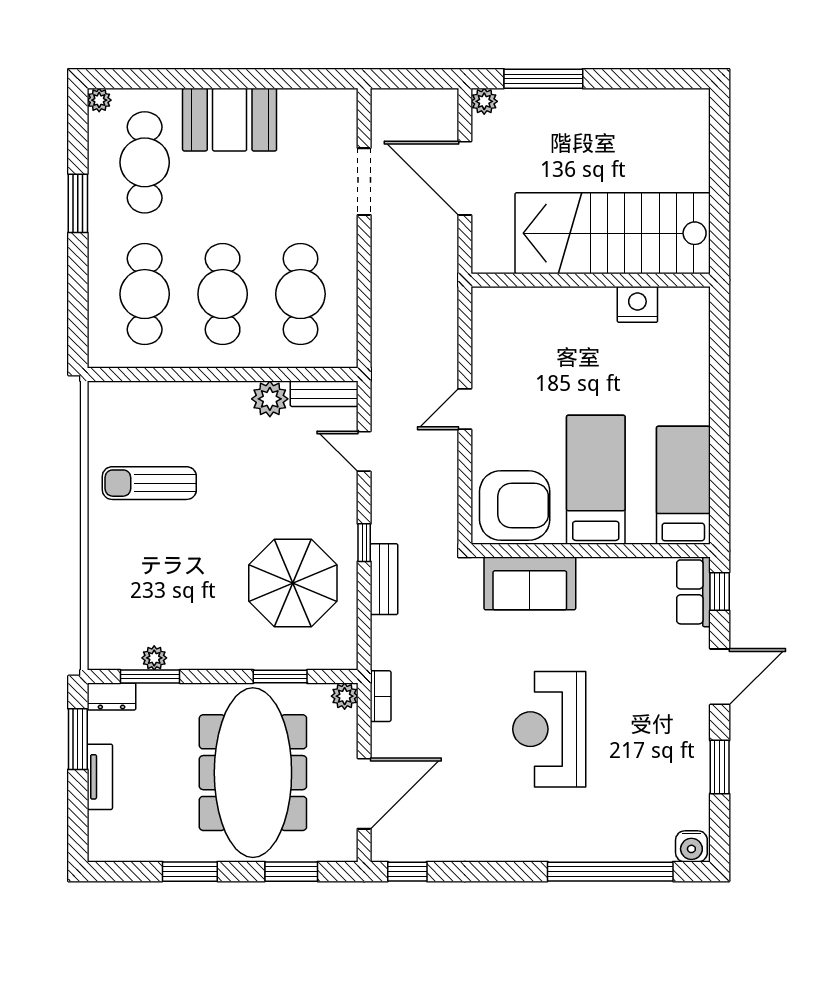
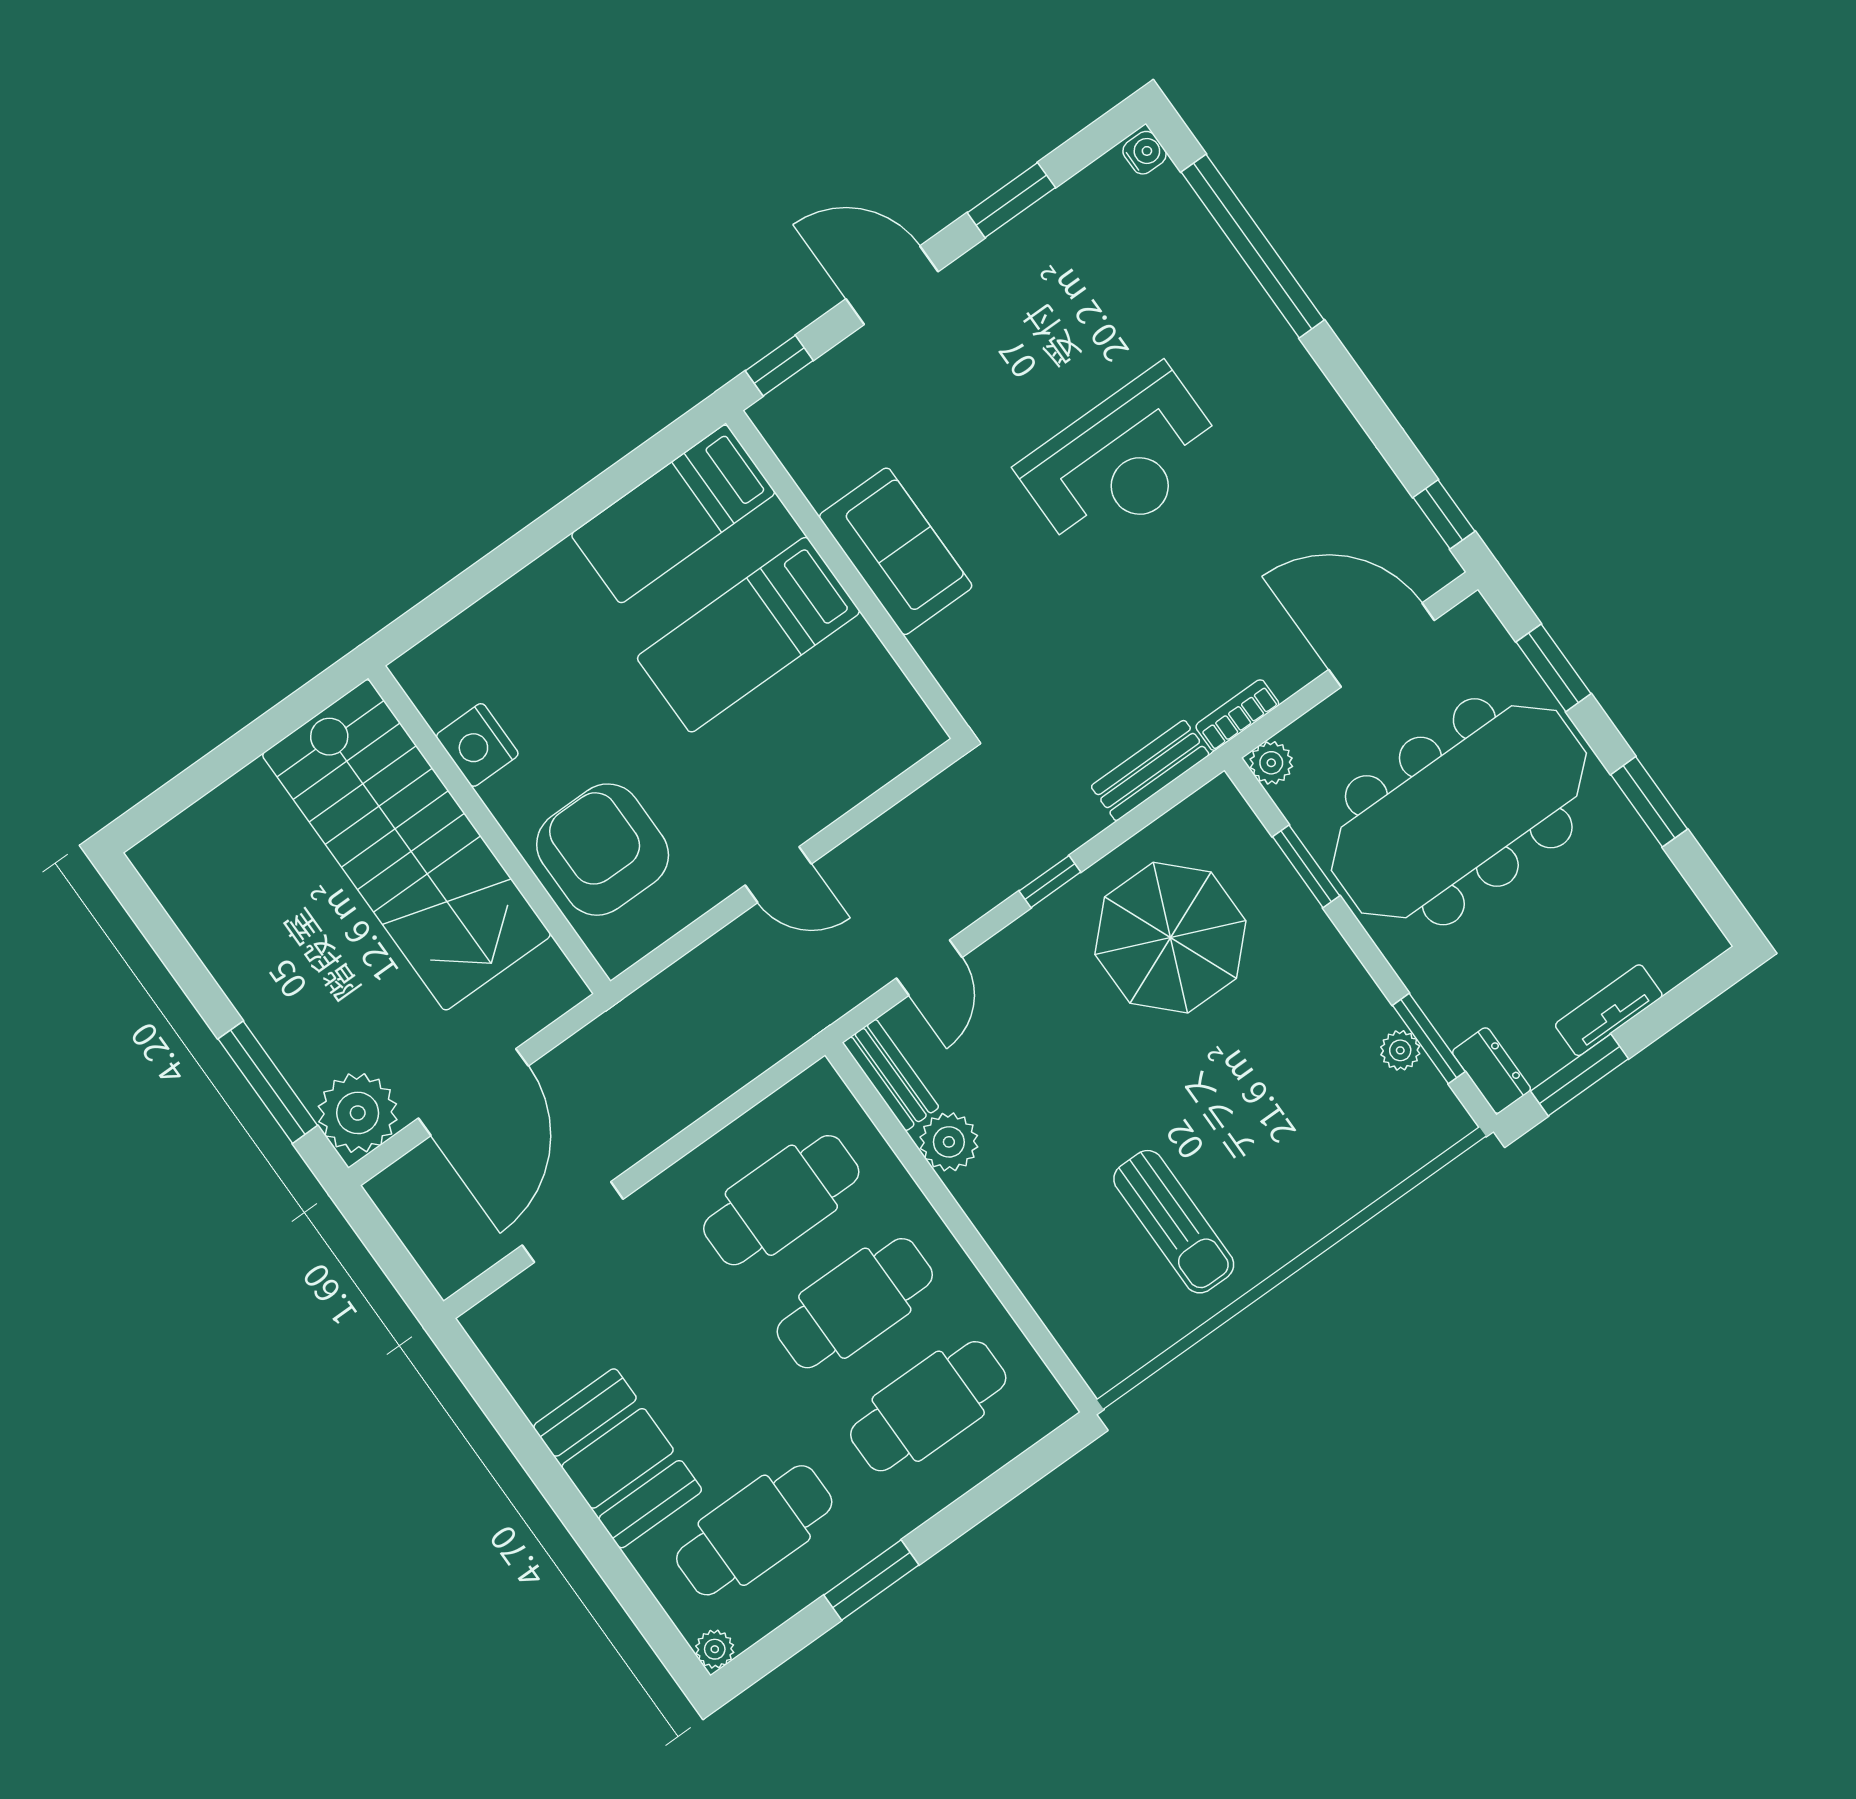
plant: (484, 101) -> (358, 1113), width x1.88, depth x1.88
armchair: (515, 506) -> (603, 850), moved
bench: (384, 579) -> (1150, 770), moved
sofa: (530, 583) -> (896, 551), moved
row of seats: (693, 592) -> (804, 400), removed
water cooler: (691, 846) -> (1145, 153), width x0.72, depth x0.72

